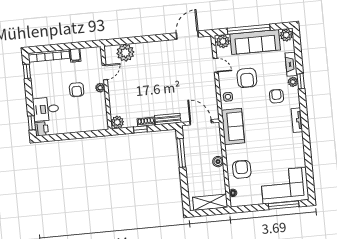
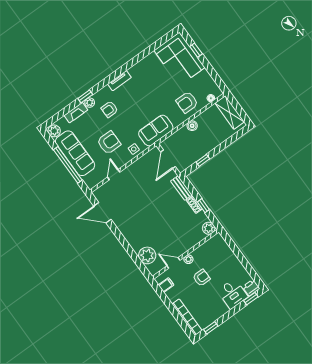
plant: (223, 41) -> (90, 180), removed
filing cabinet: (75, 55) -> (166, 285), moved
window: (181, 153) -> (203, 160), width x0.46
window: (284, 205) -> (196, 50), width x0.46

